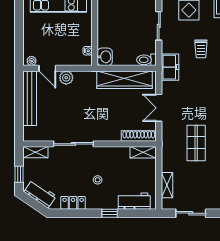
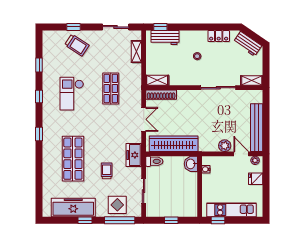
fridge: (31, 40) -> (256, 179), added
window: (19, 174) -> (266, 61), removed
window: (110, 213) -> (160, 27), moved

